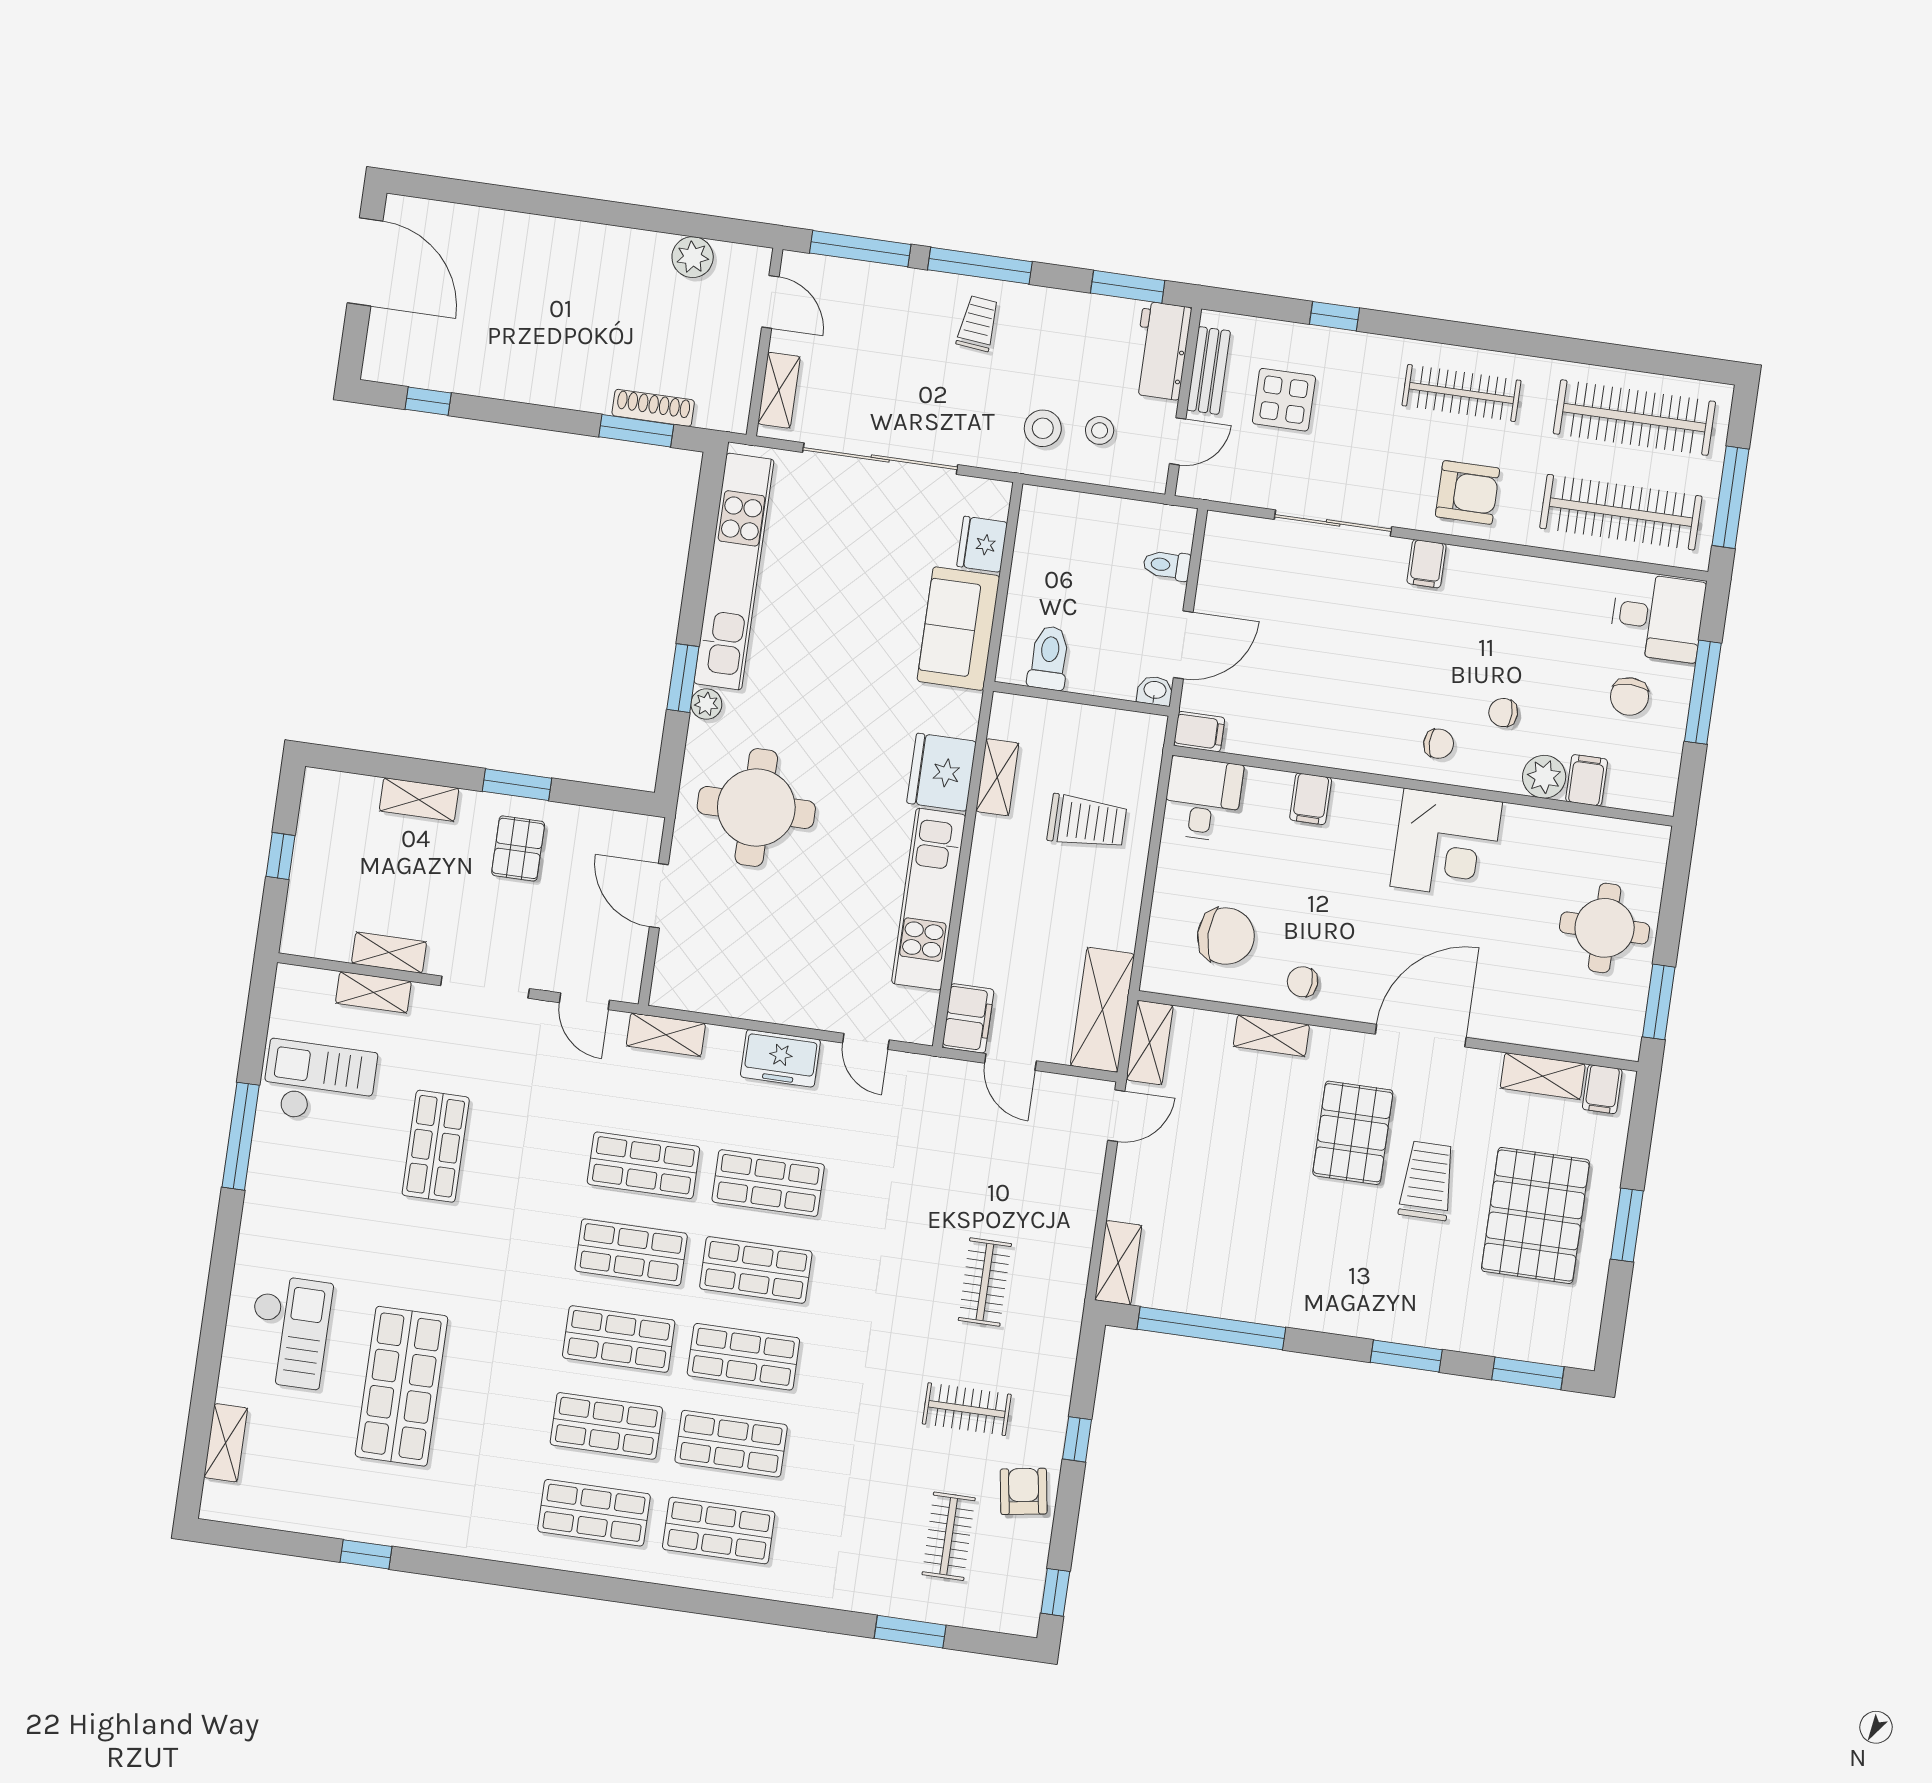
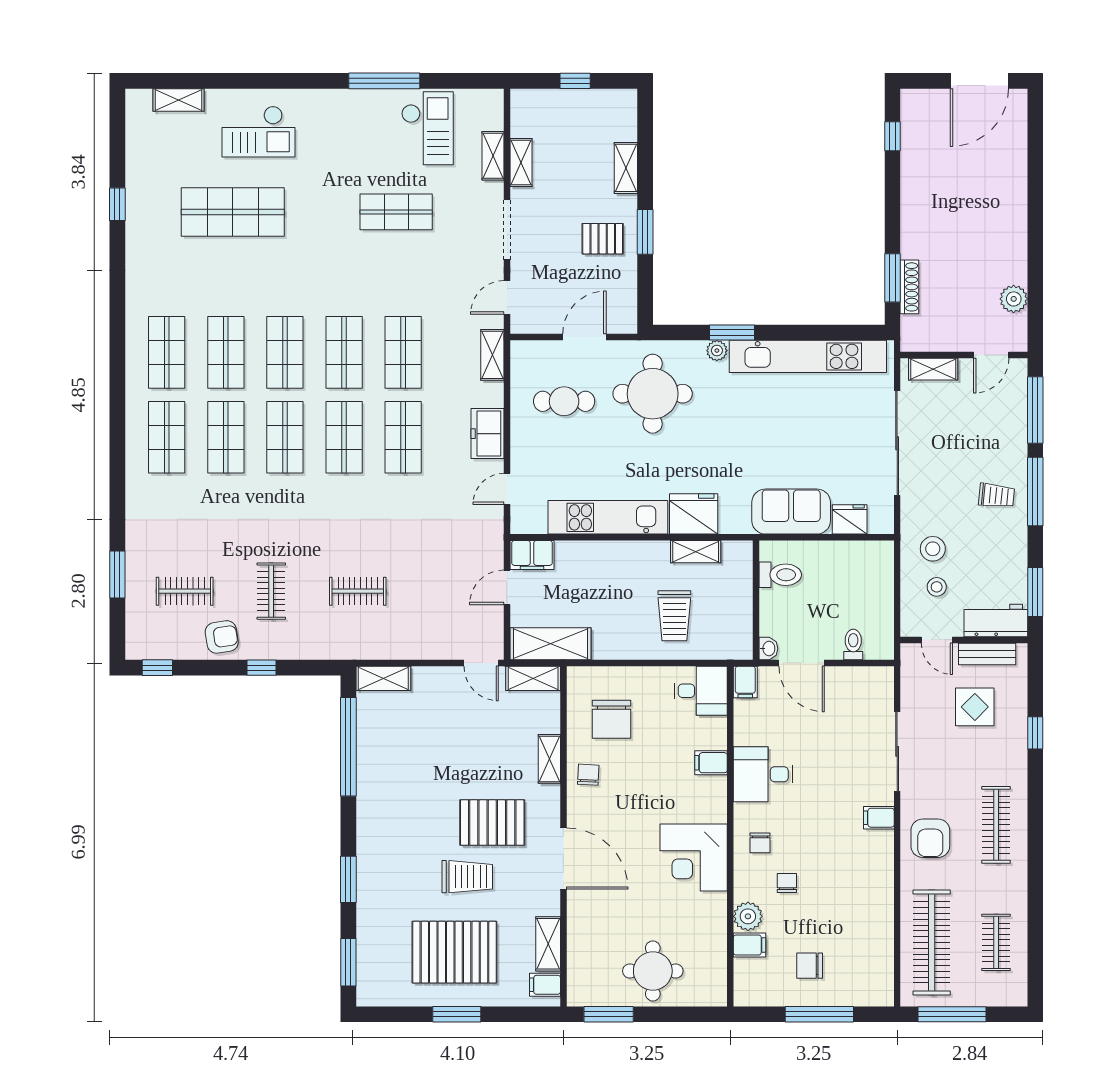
clothes rail: (1634, 418) -> (996, 942), width x0.54, depth x0.76
desk: (1657, 617) -> (763, 774), moved, turned 90
cafe table: (749, 939) -> (564, 401), added

